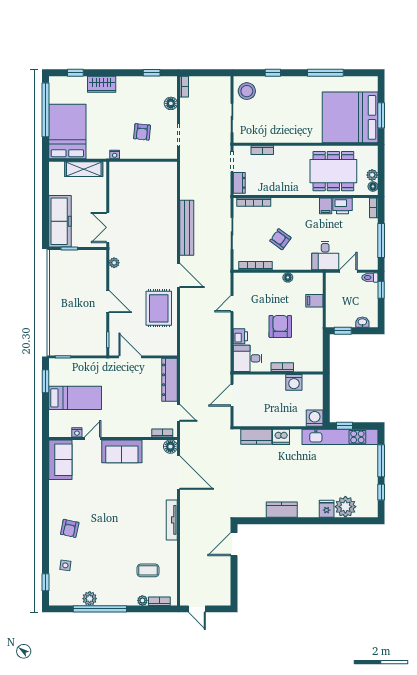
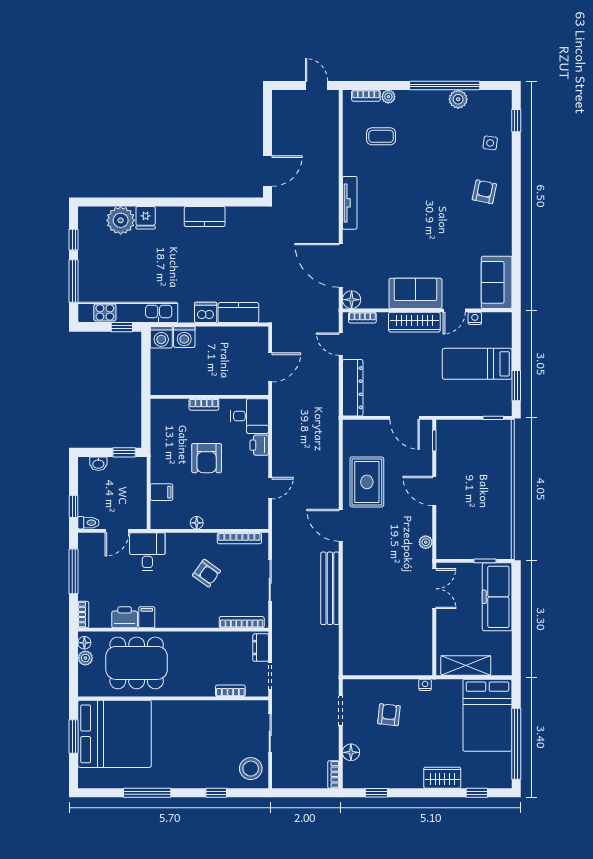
washing machine: (294, 382) -> (184, 337), moved, turned 180
wardrobe: (123, 430) -> (414, 322), added

